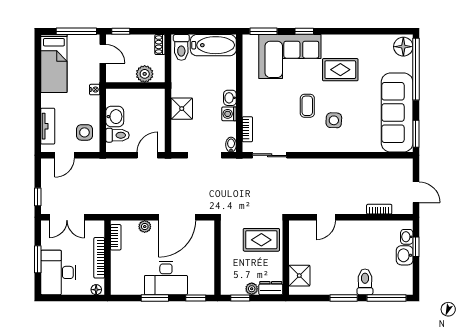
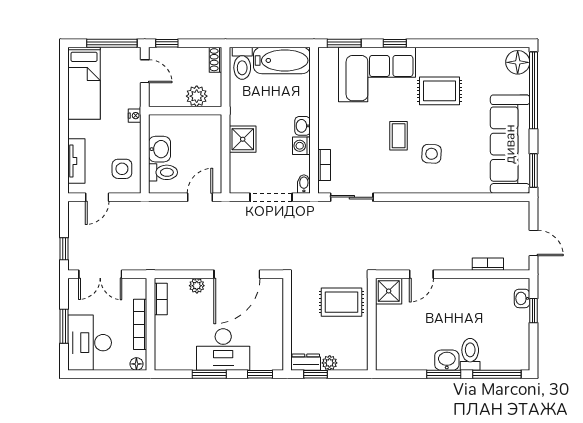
washbasin: (405, 255) -> (447, 360), moved, turned 90
shower: (299, 276) -> (389, 291), moved
dresser: (271, 288) -> (306, 362), moved

